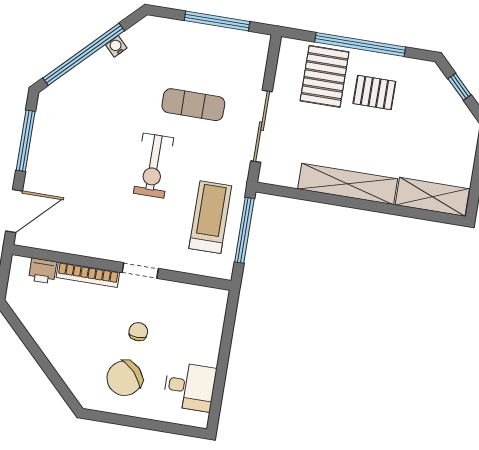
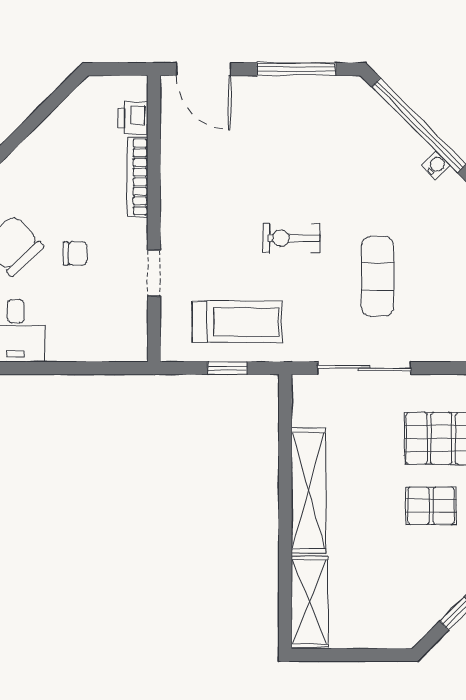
pallet: (374, 93) -> (431, 506), turned 90
exercise bike: (154, 166) -> (291, 238), width x0.73, depth x0.72
window: (244, 230) -> (227, 368), width x0.46
doorway: (140, 271) -> (154, 273), moved

